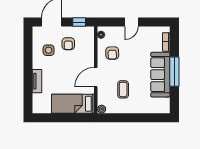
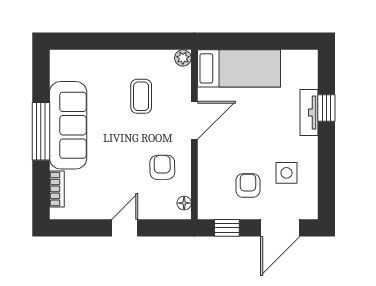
window: (28, 83) -> (326, 108), added

